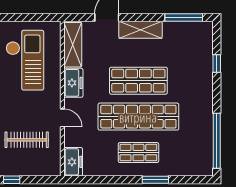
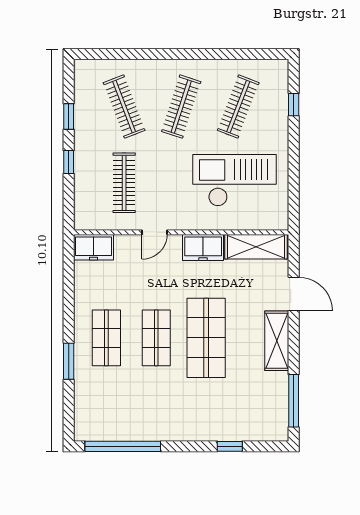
checkout: (25, 60) -> (235, 180), turned 180
shop shelf: (138, 117) -> (156, 338), width x0.50, depth x0.74

